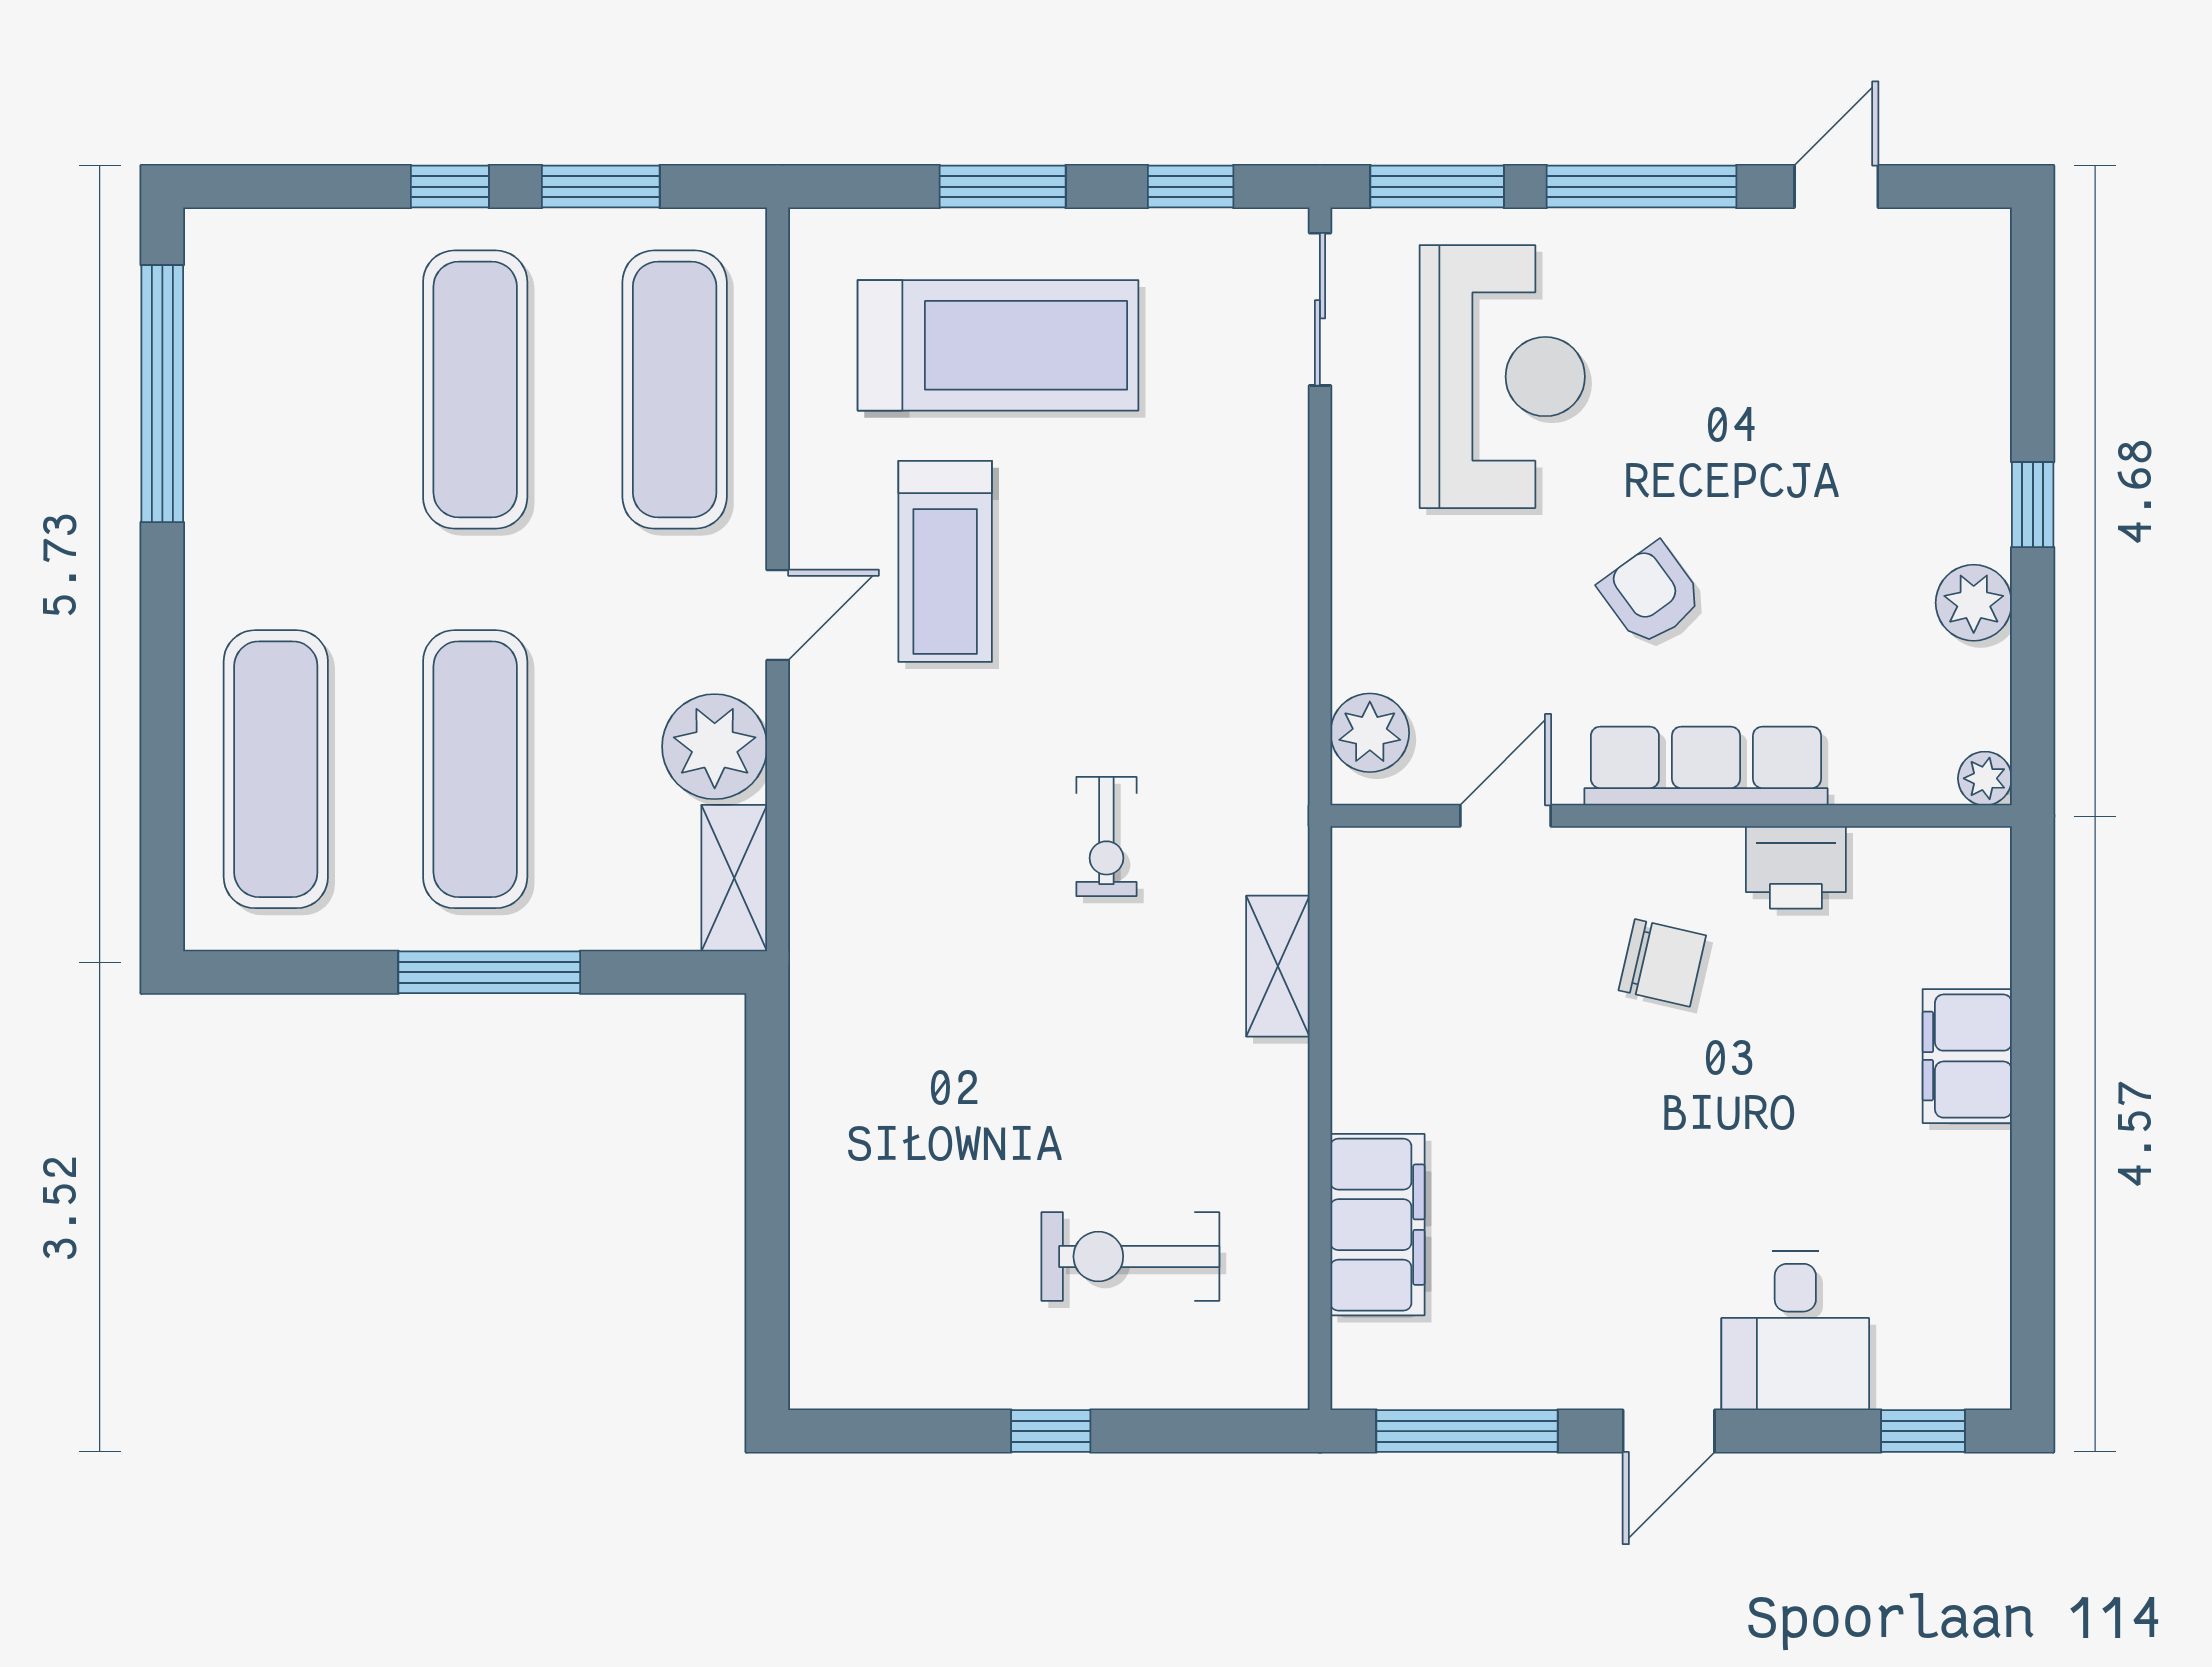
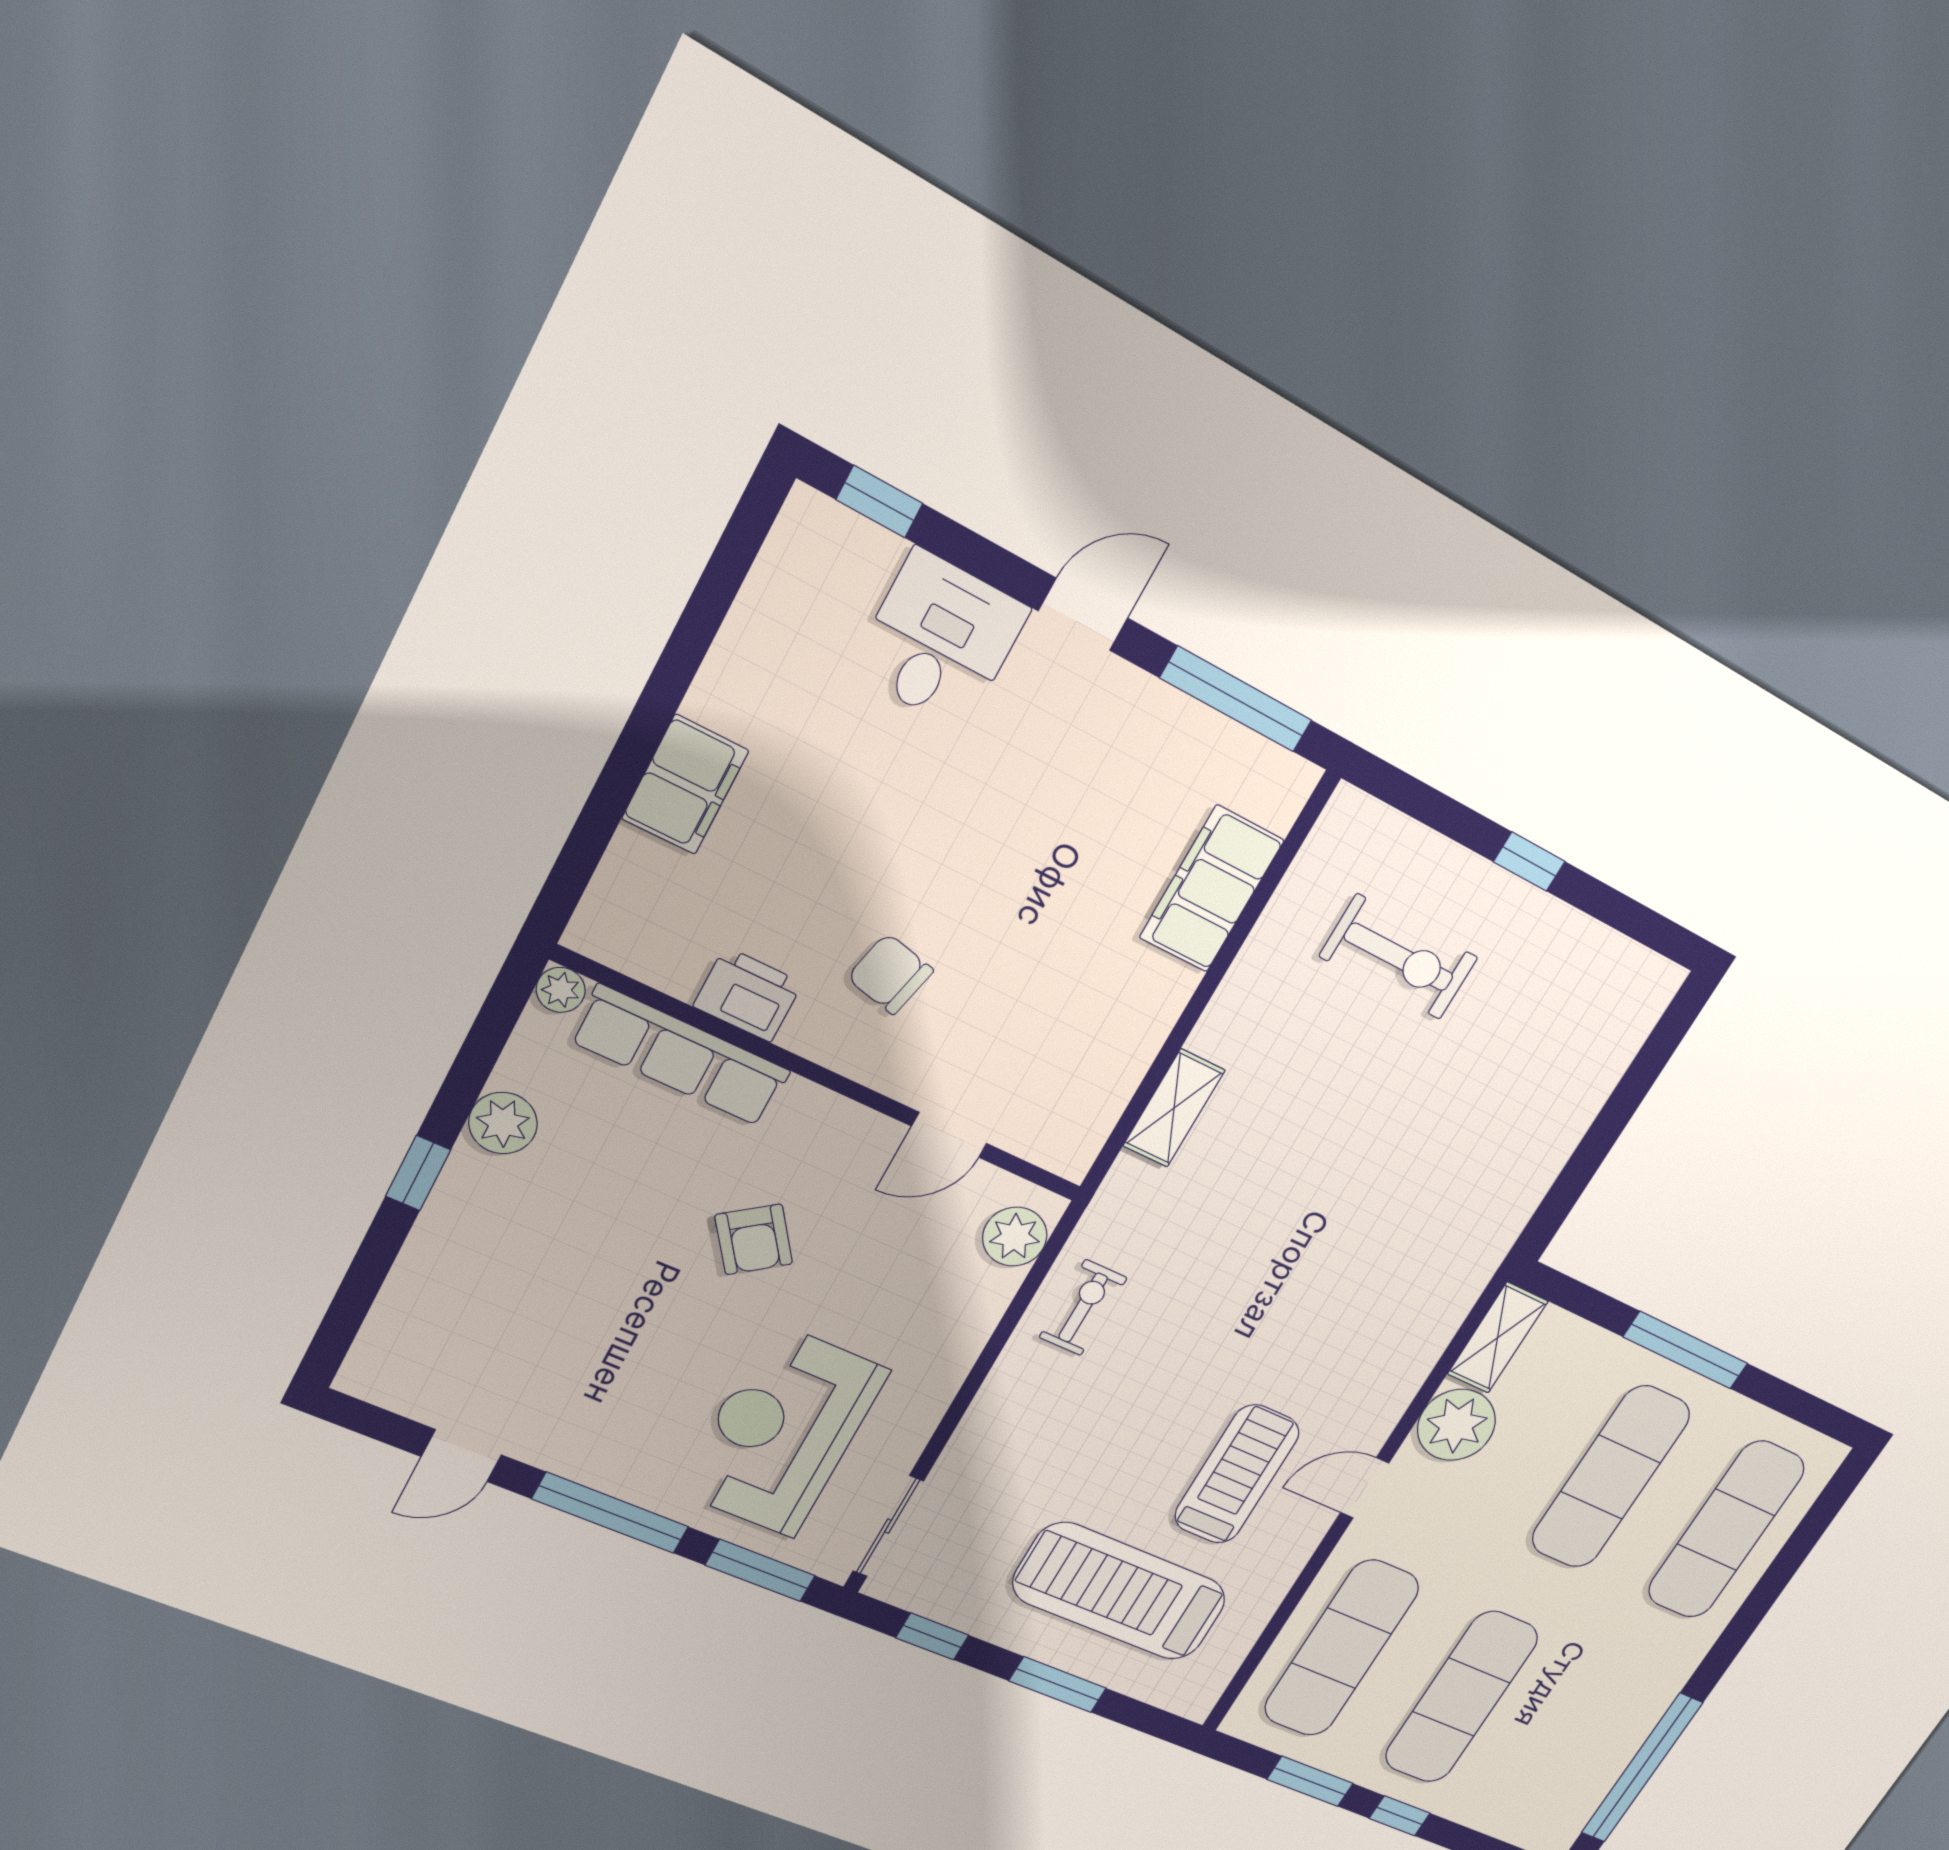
row of seats: (1706, 766) -> (680, 1056), moved
exercise bike: (1106, 837) -> (1083, 1308), moved

